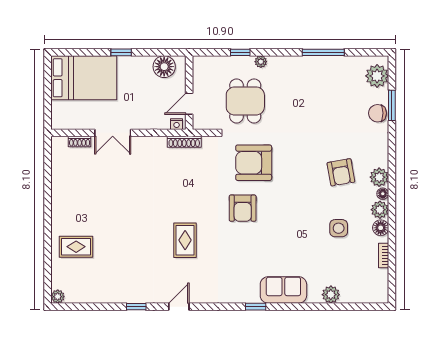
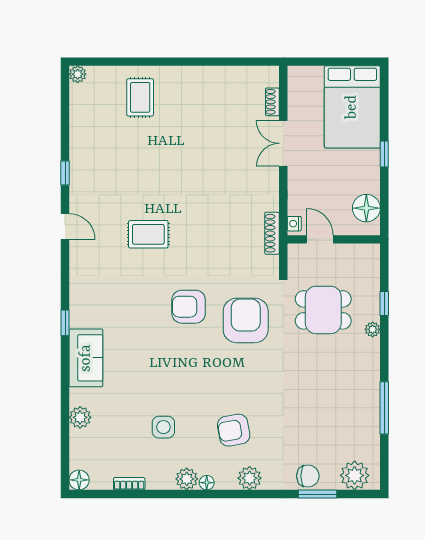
chair: (378, 113) -> (308, 476), turned 90
plant: (379, 177) -> (250, 478), moved
floor lamp: (381, 228) -> (79, 480), moved

